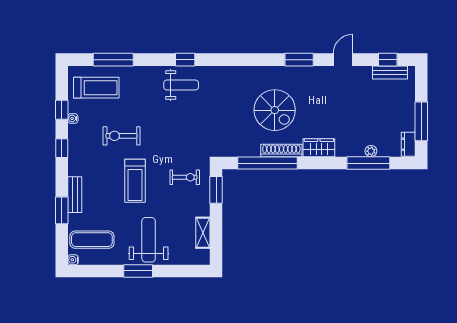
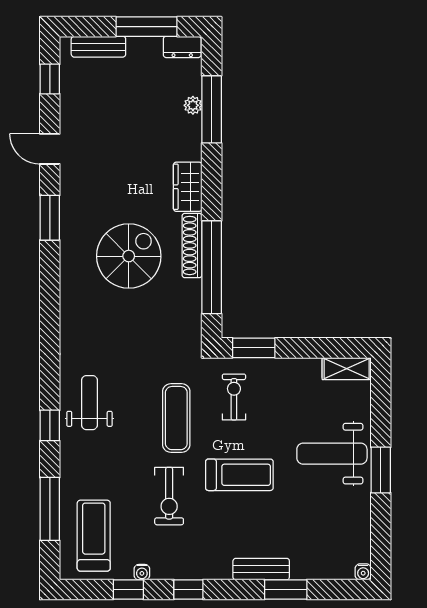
window: (185, 60) -> (50, 425), moved
bench: (390, 72) -> (98, 47), moved, turned 90
shelving: (203, 233) -> (347, 369), moved
exercise mat: (92, 240) -> (176, 418), moved

